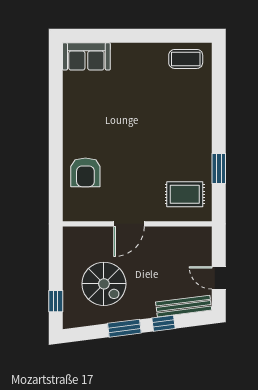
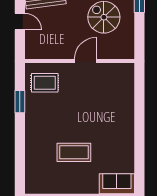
coffee table: (186, 59) -> (74, 152), moved, width x1.36, depth x1.32
armchair: (85, 172) -> (117, 99), removed

